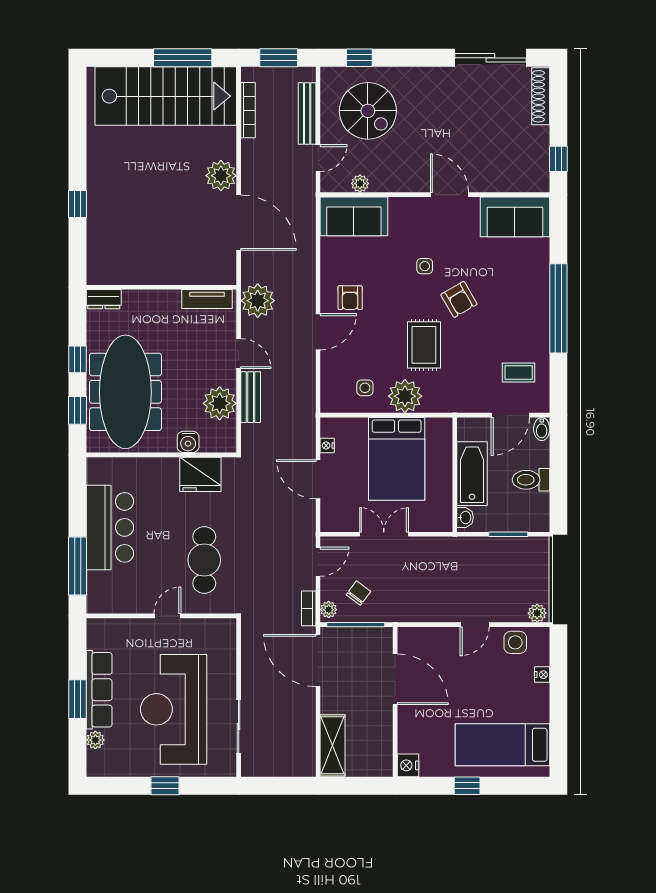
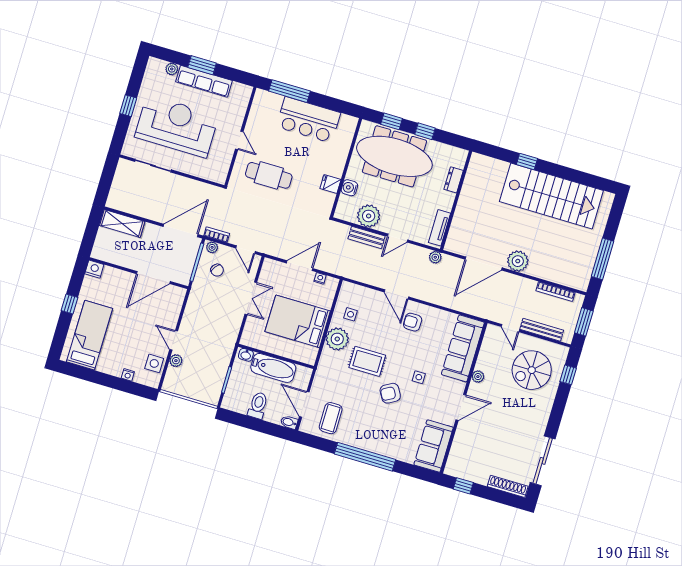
stairs: (166, 96) -> (551, 196), moved, turned -90
plant: (360, 183) -> (478, 377), moved
sofa: (354, 216) -> (463, 348), width x1.36
dresser: (104, 299) -> (454, 180), moved
plant: (258, 301) -> (435, 257), width x0.53, depth x0.53
coffee table: (519, 373) -> (331, 418), width x1.36, depth x1.30
fridge: (200, 474) -> (330, 184), width x0.53, depth x0.75
plant: (537, 613) -> (176, 361), moved

